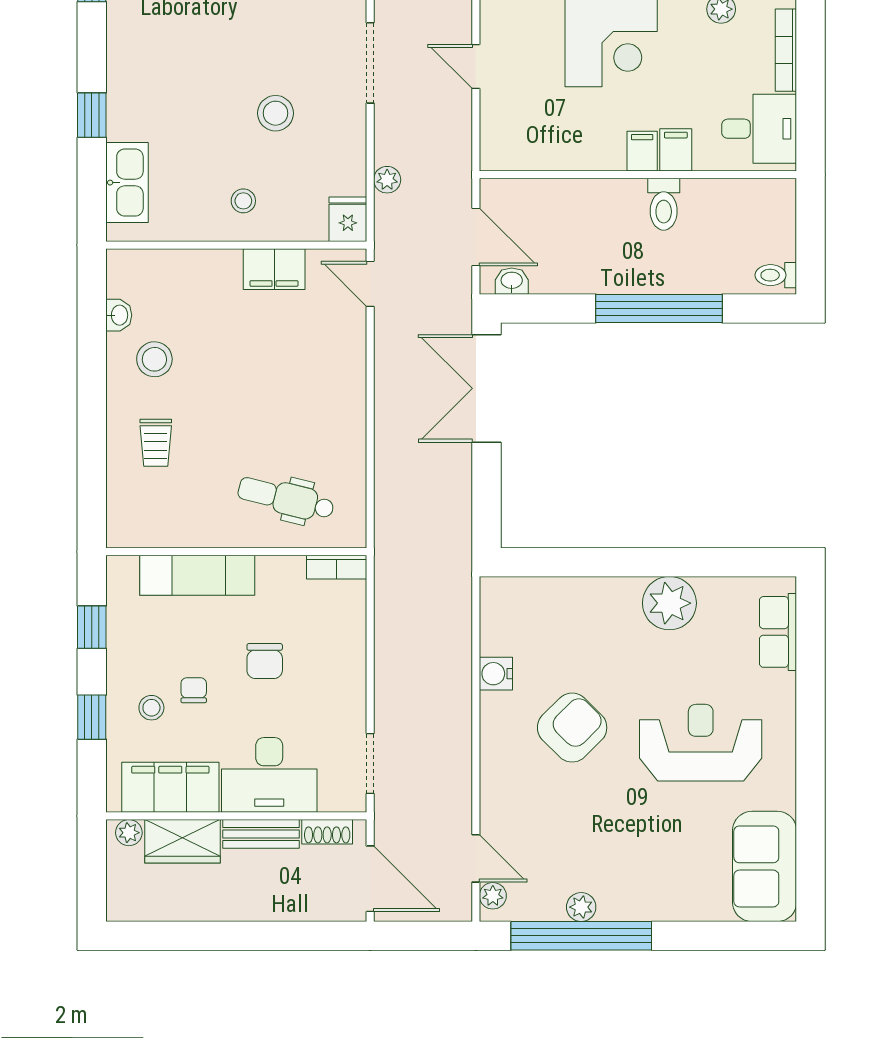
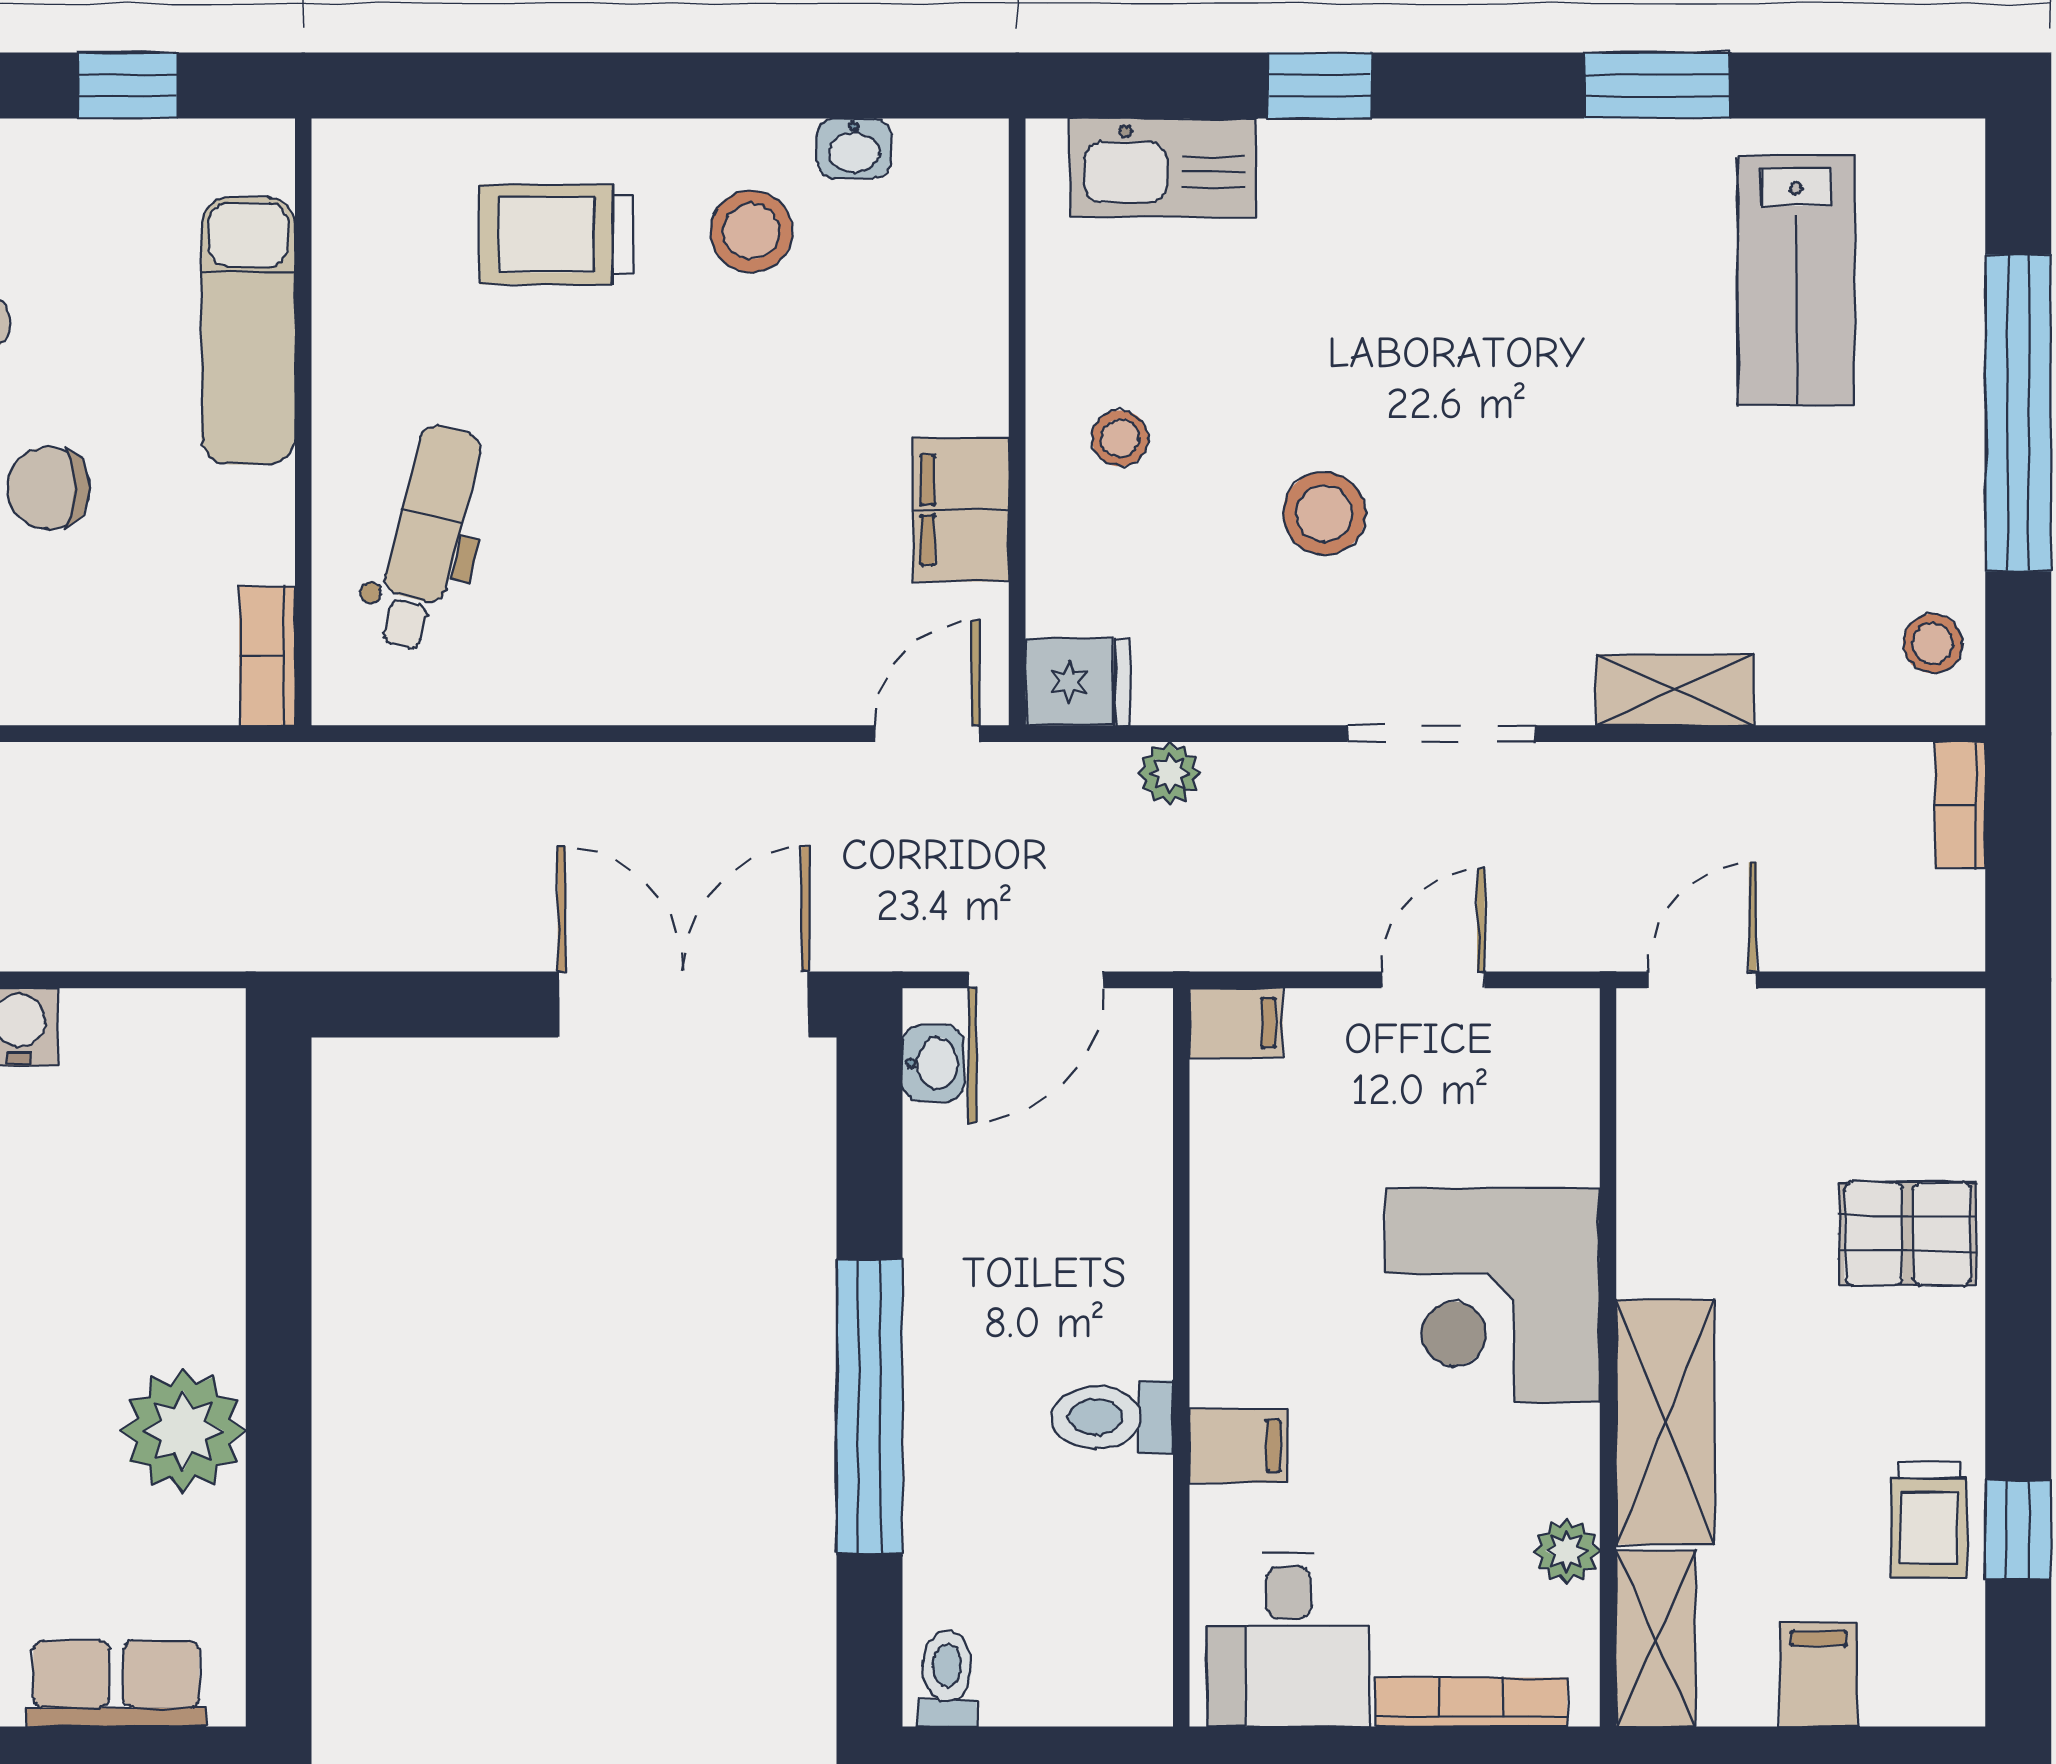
filing cabinet: (642, 151) -> (1236, 1023), moved
trolley: (156, 443) -> (557, 235), width x1.36, depth x1.39

